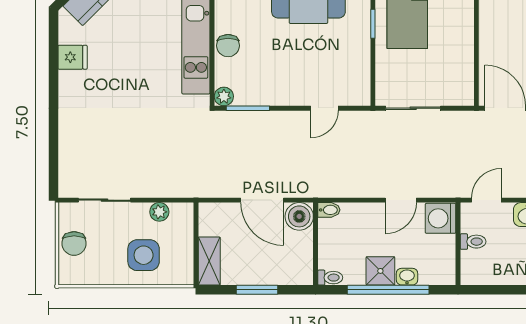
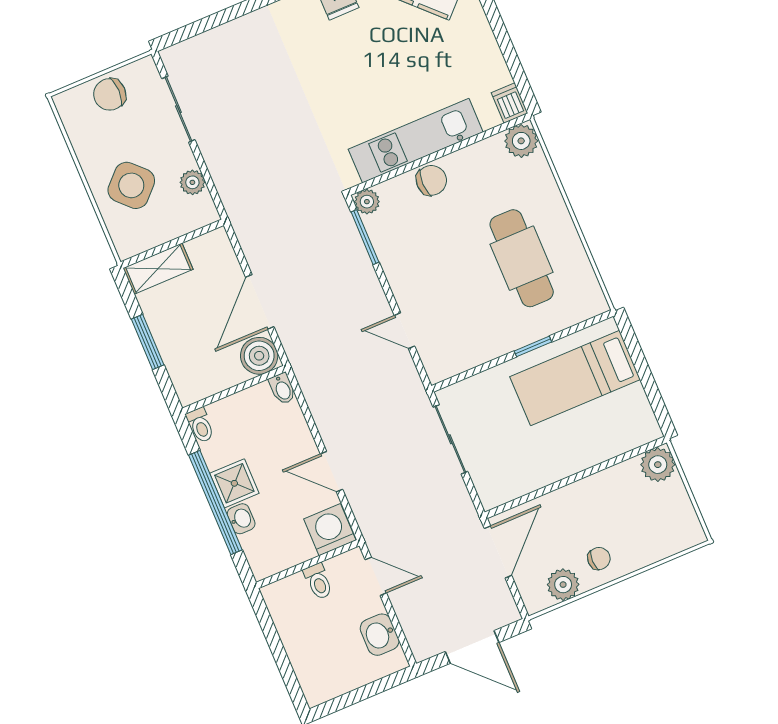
chair: (228, 46) -> (431, 180), turned 180
side table: (144, 255) -> (131, 185), turned 45

